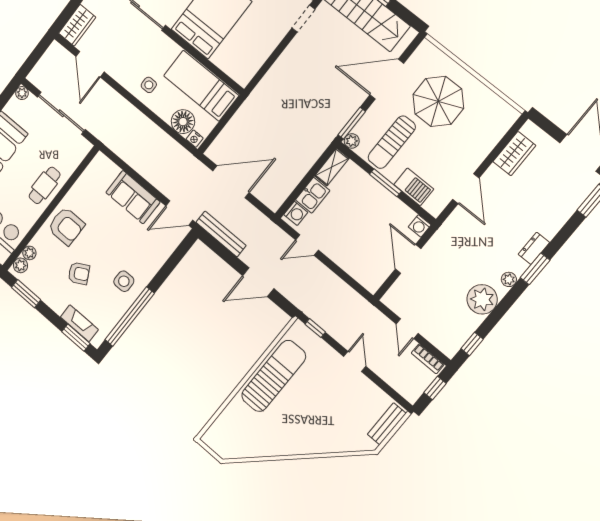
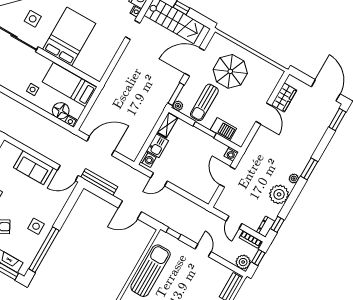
door: (466, 189) -> (264, 113), moved
dresser: (534, 248) -> (266, 227), moved
plant: (411, 390) -> (243, 262), added

